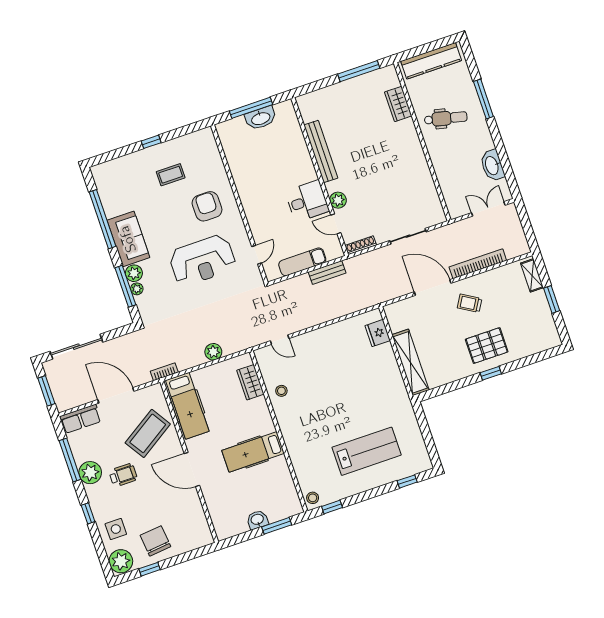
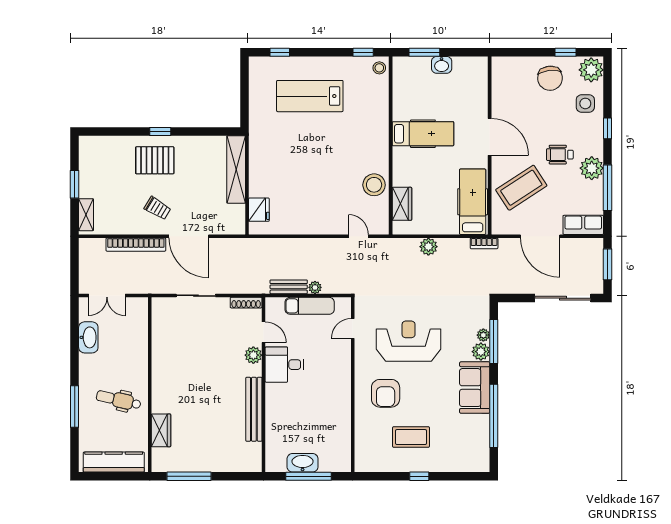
coffee table: (171, 175) -> (411, 437), width x1.36, depth x1.30
plant: (303, 280) -> (315, 287), added
stool: (281, 391) -> (374, 185), width x1.89, depth x1.89

